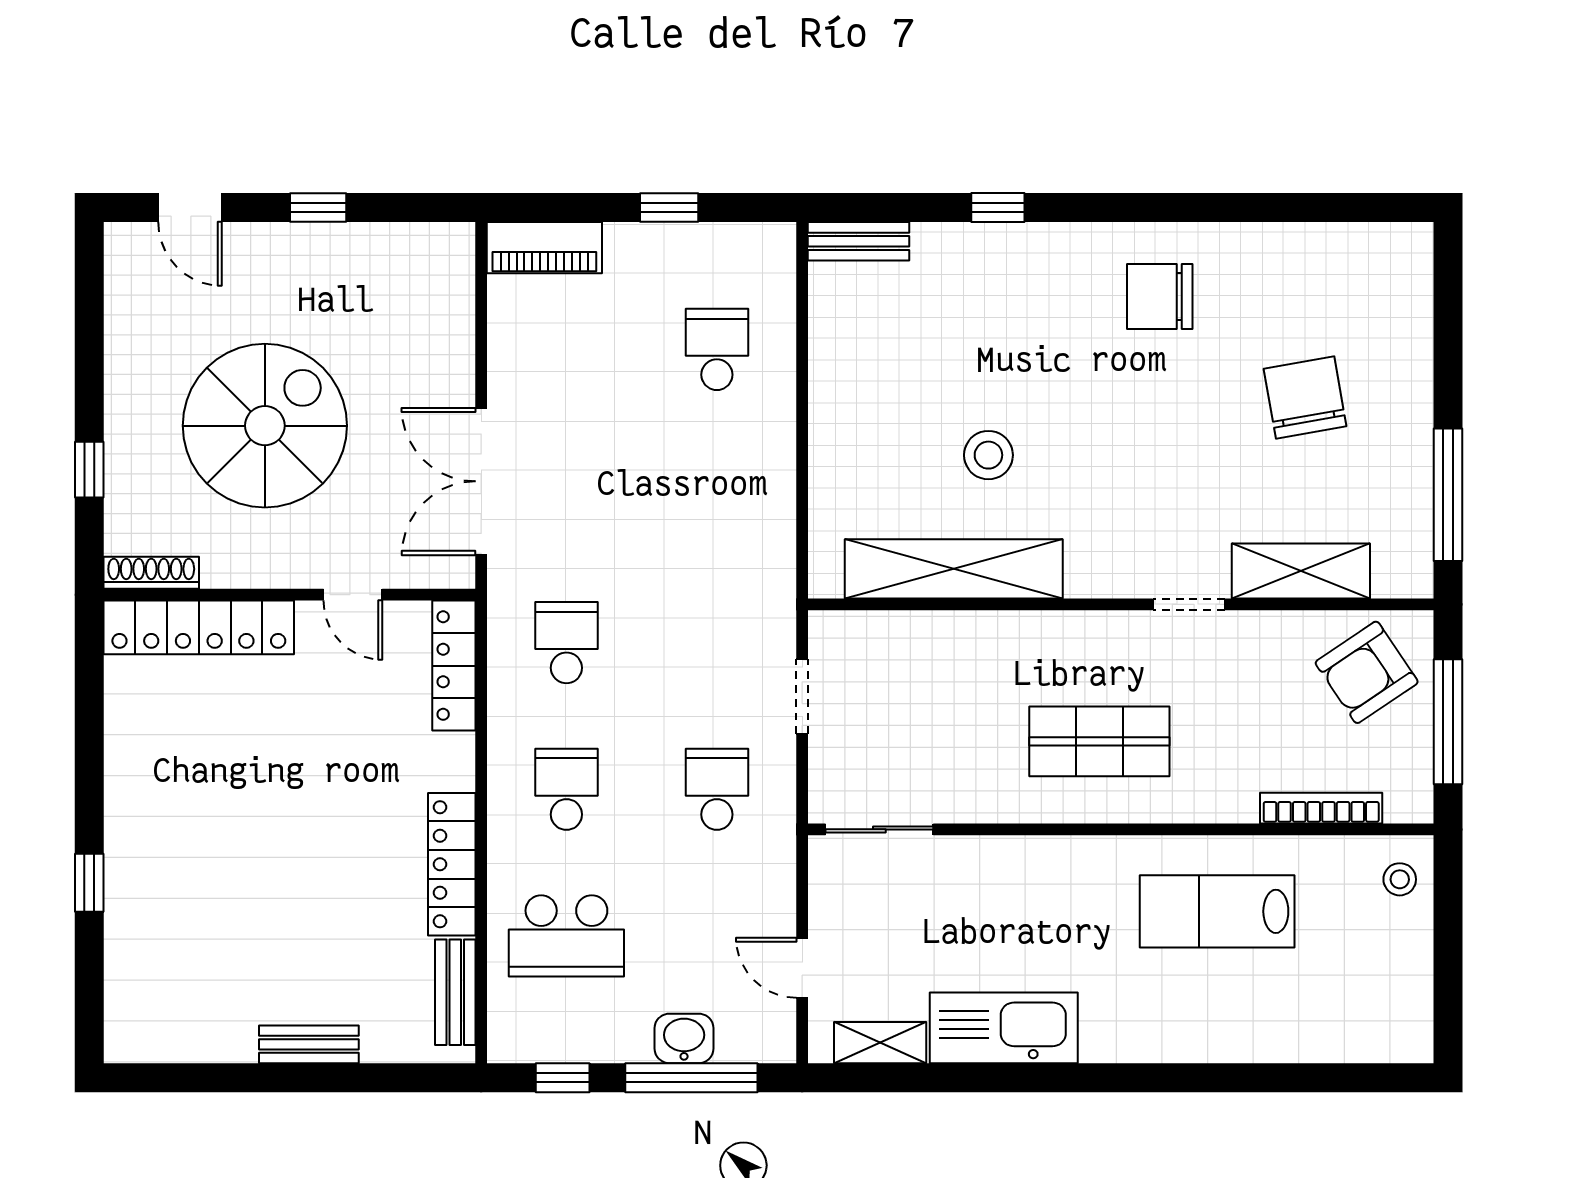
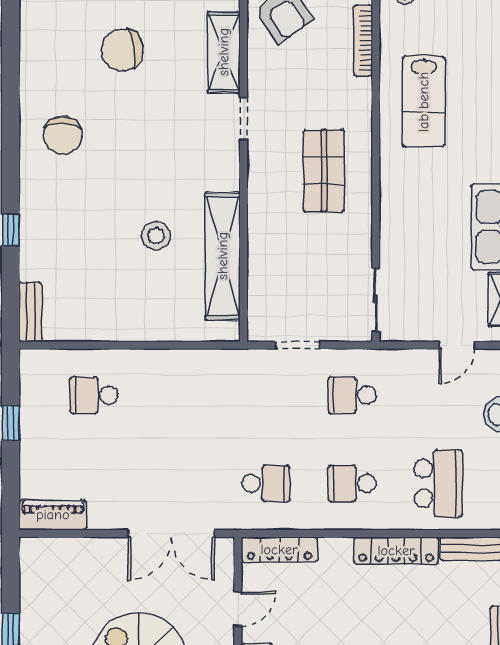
piano: (544, 248) -> (53, 515), moved, turned -90
school desk: (566, 643) -> (266, 483), turned 180

